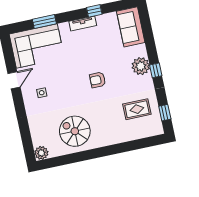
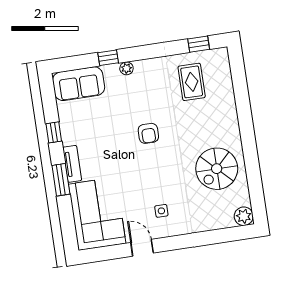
window: (44, 22) -> (61, 180), moved
tv unit: (83, 23) -> (72, 164), moved
plant: (141, 66) -> (126, 68), width x0.53, depth x0.53
window: (156, 70) -> (108, 58), moved

